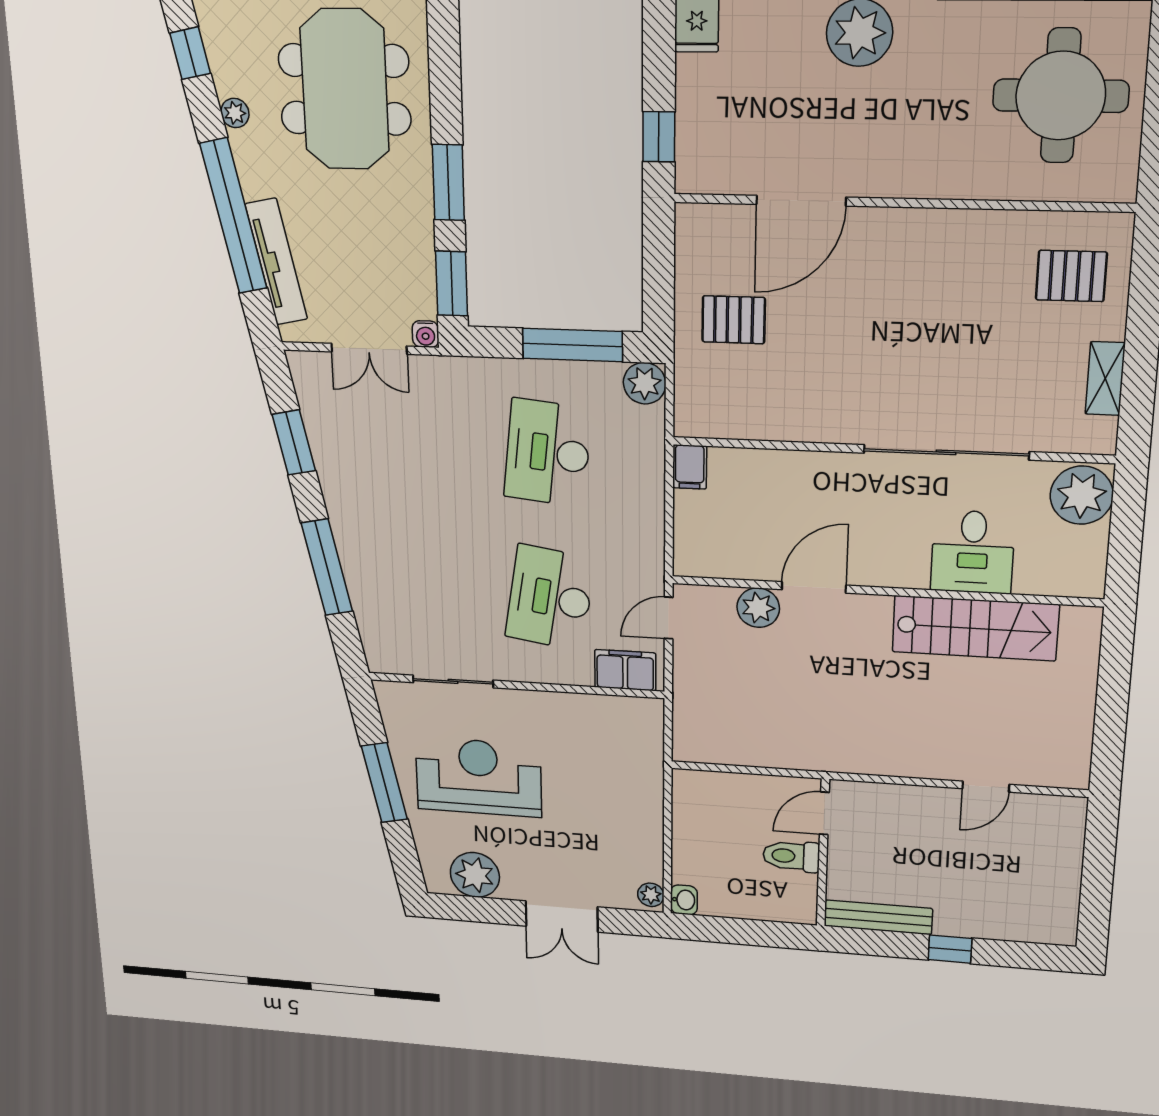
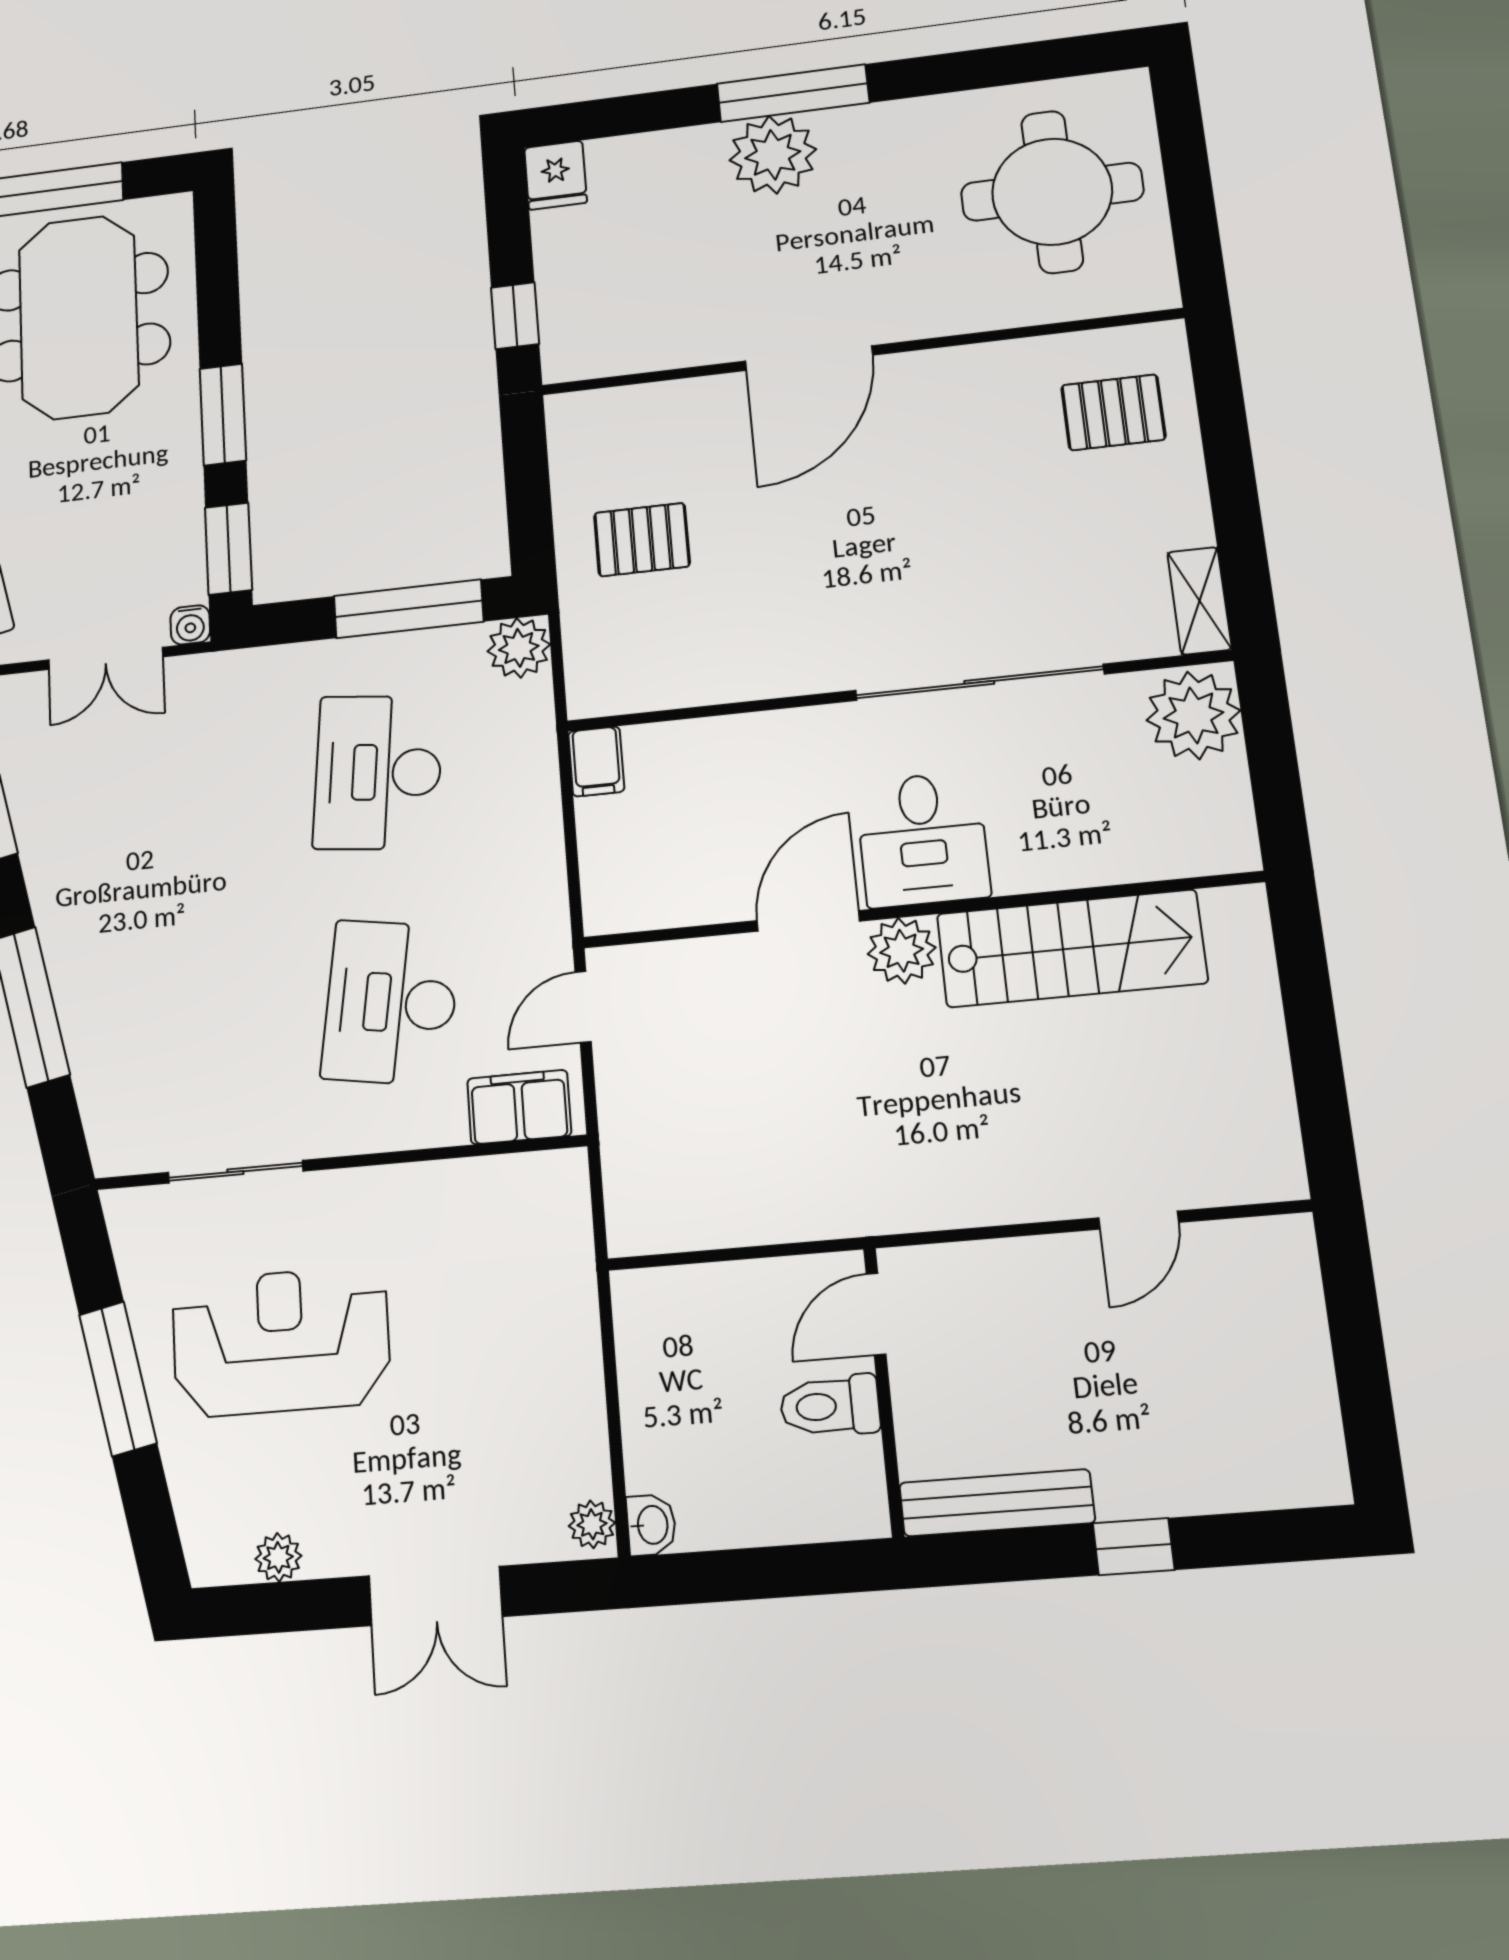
door: (801, 201) -> (809, 358), moved
shelving: (1105, 379) -> (1199, 601), moved
desk: (973, 552) -> (923, 839), moved
plant: (758, 608) -> (902, 951), moved
plant: (475, 875) -> (278, 1557), width x0.53, depth x0.53

